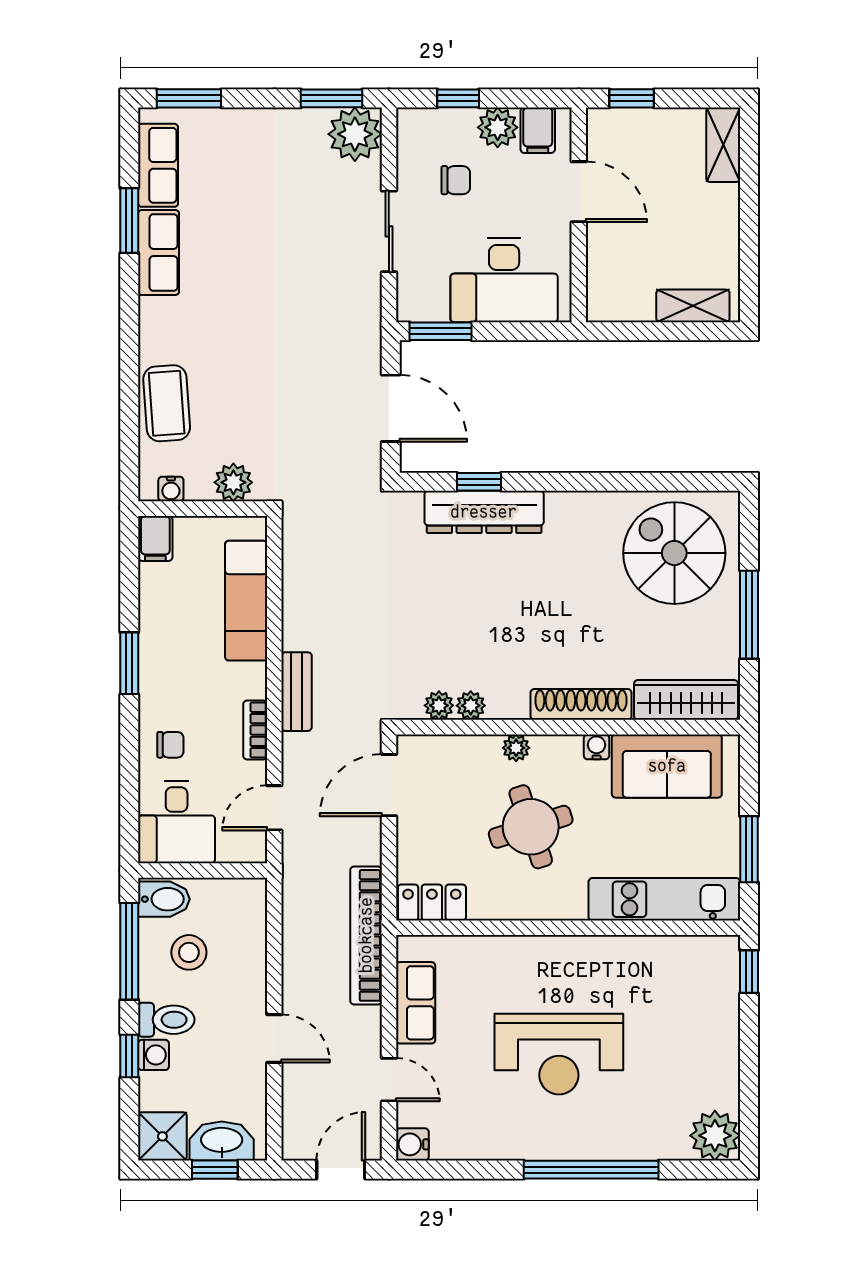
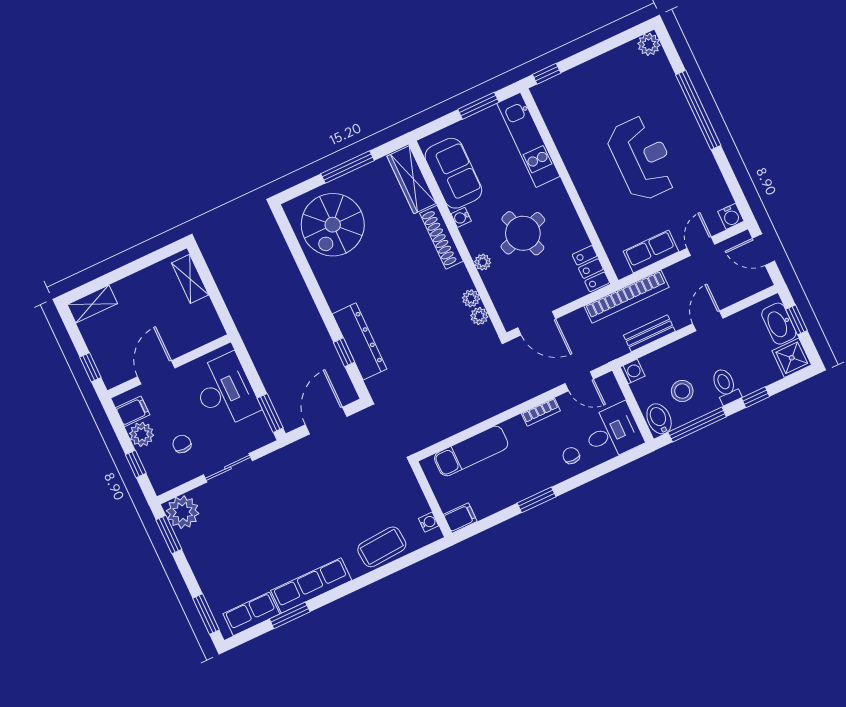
row of seats: (159, 252) -> (311, 585), width x1.48
plant: (233, 482) -> (409, 489), removed
bench: (297, 692) -> (649, 333), moved
washing machine: (153, 1055) -> (633, 371), moved, turned 90
plant: (715, 1136) -> (649, 44), width x0.73, depth x0.73

